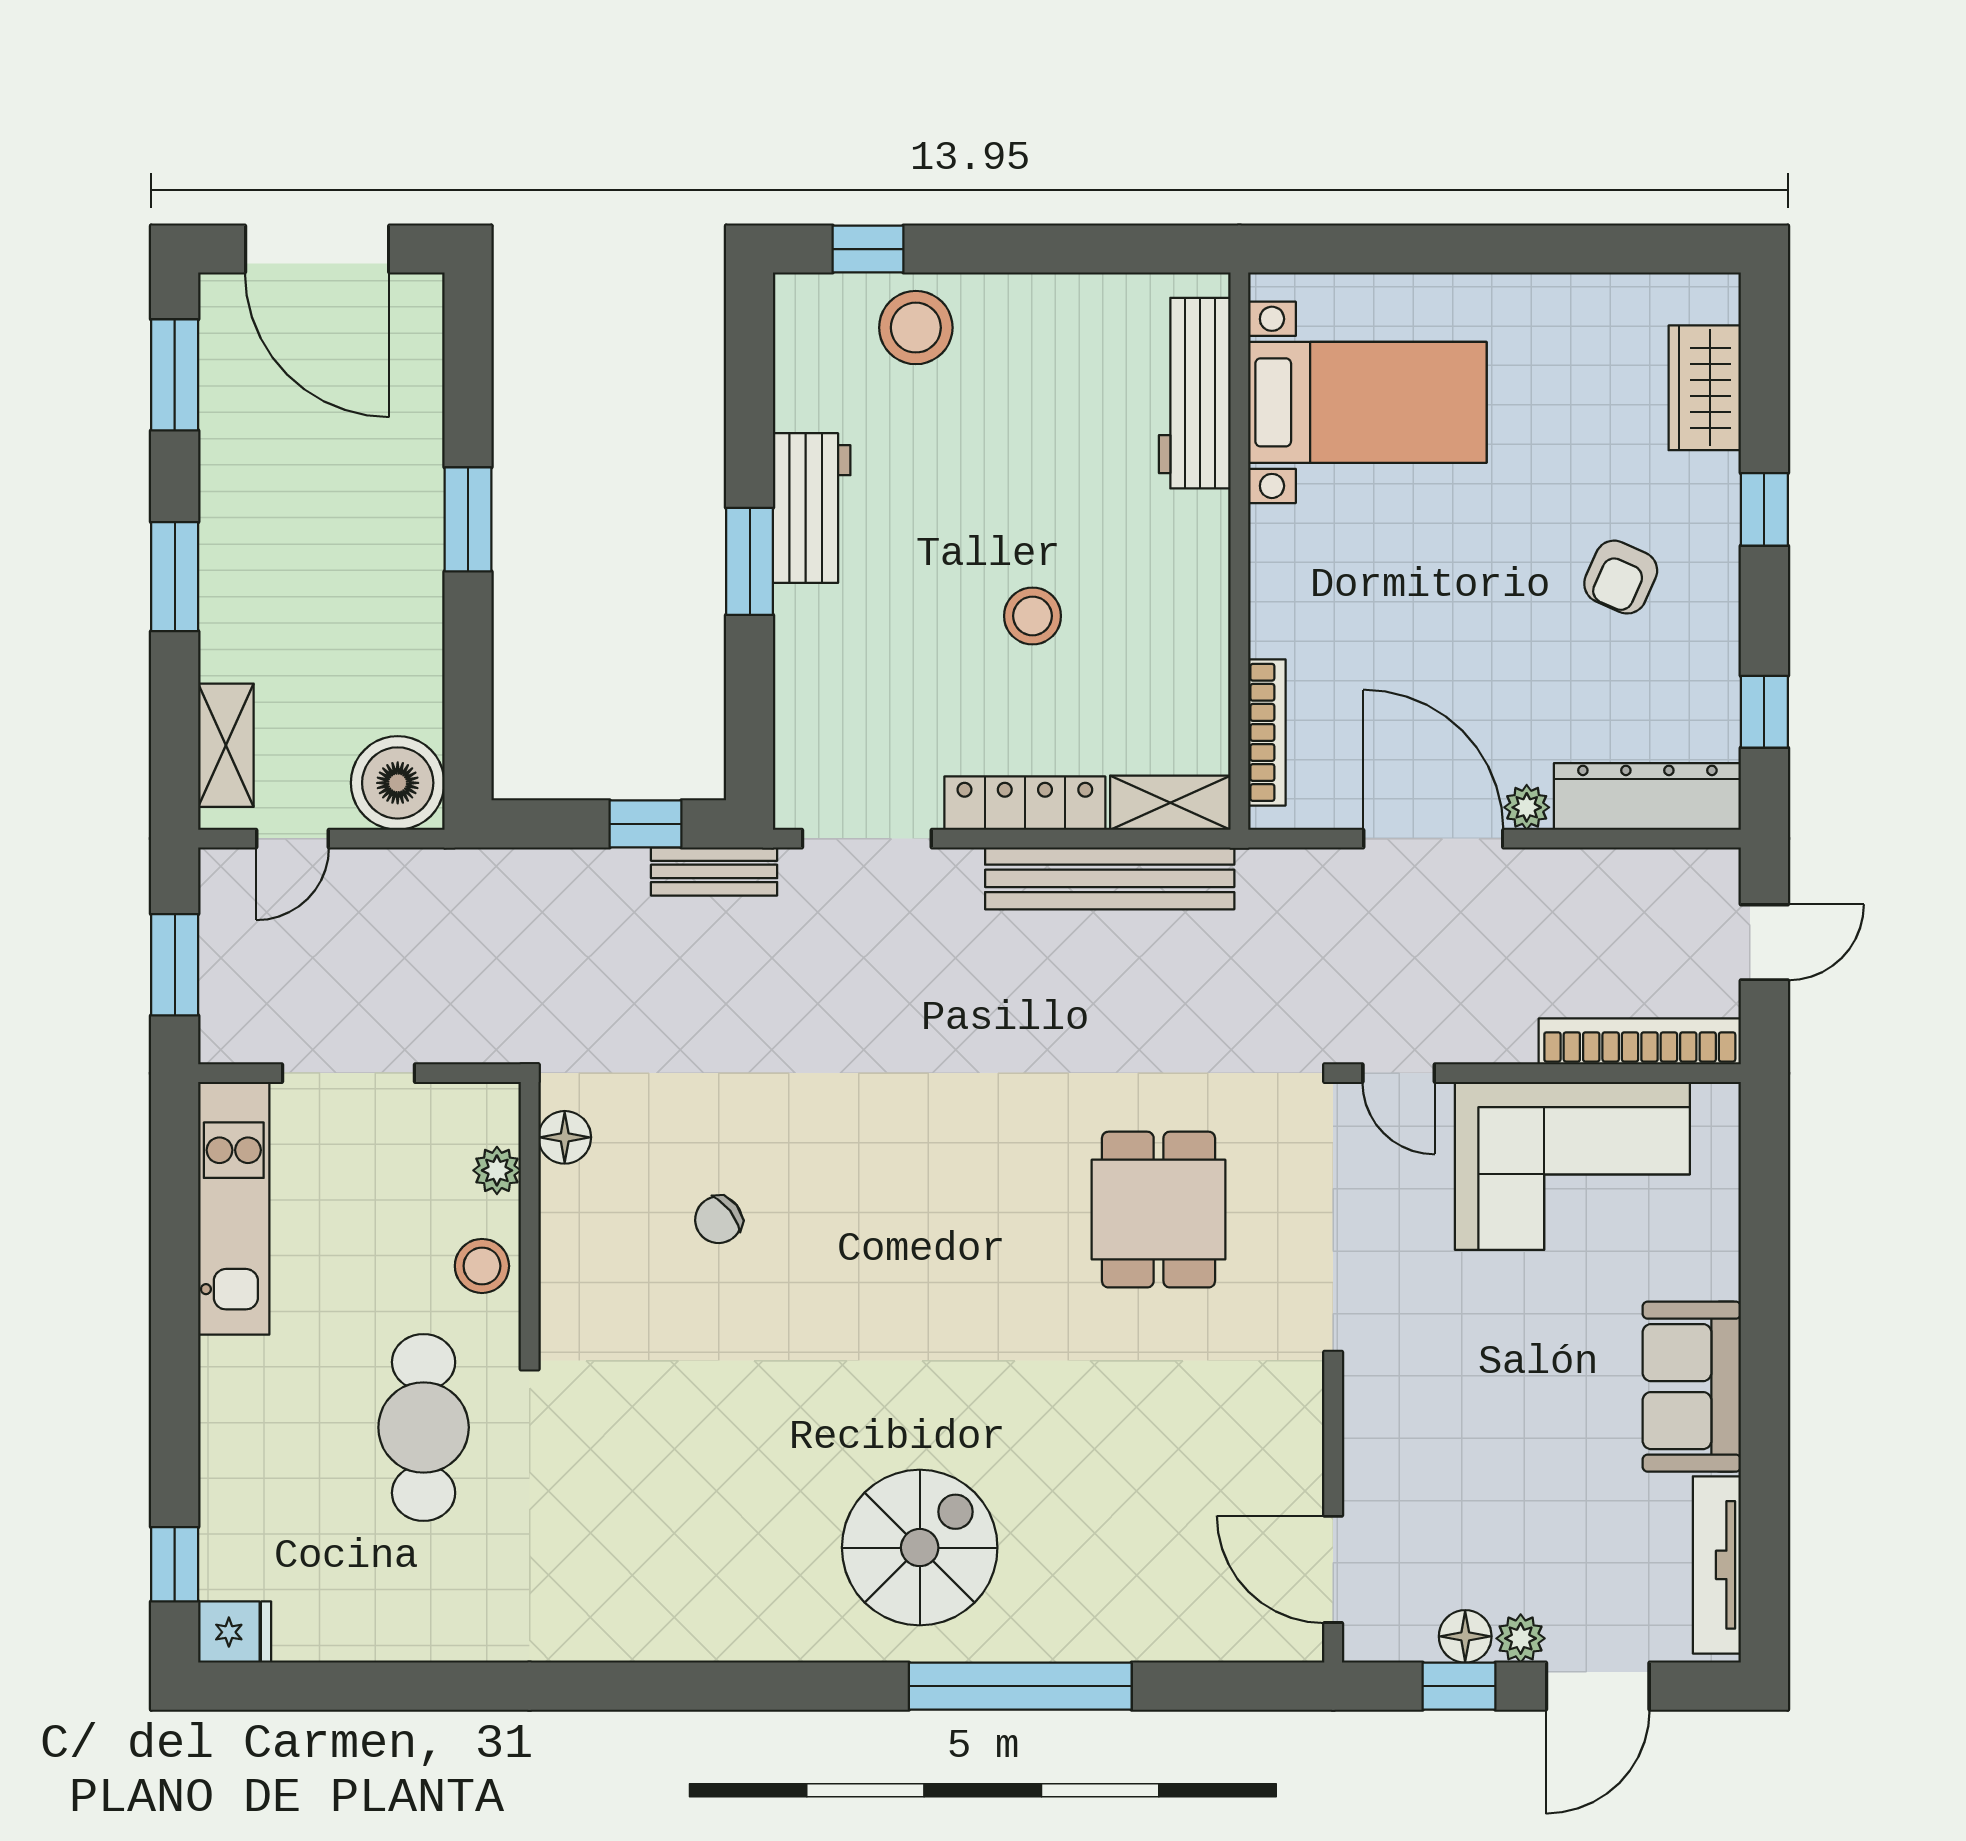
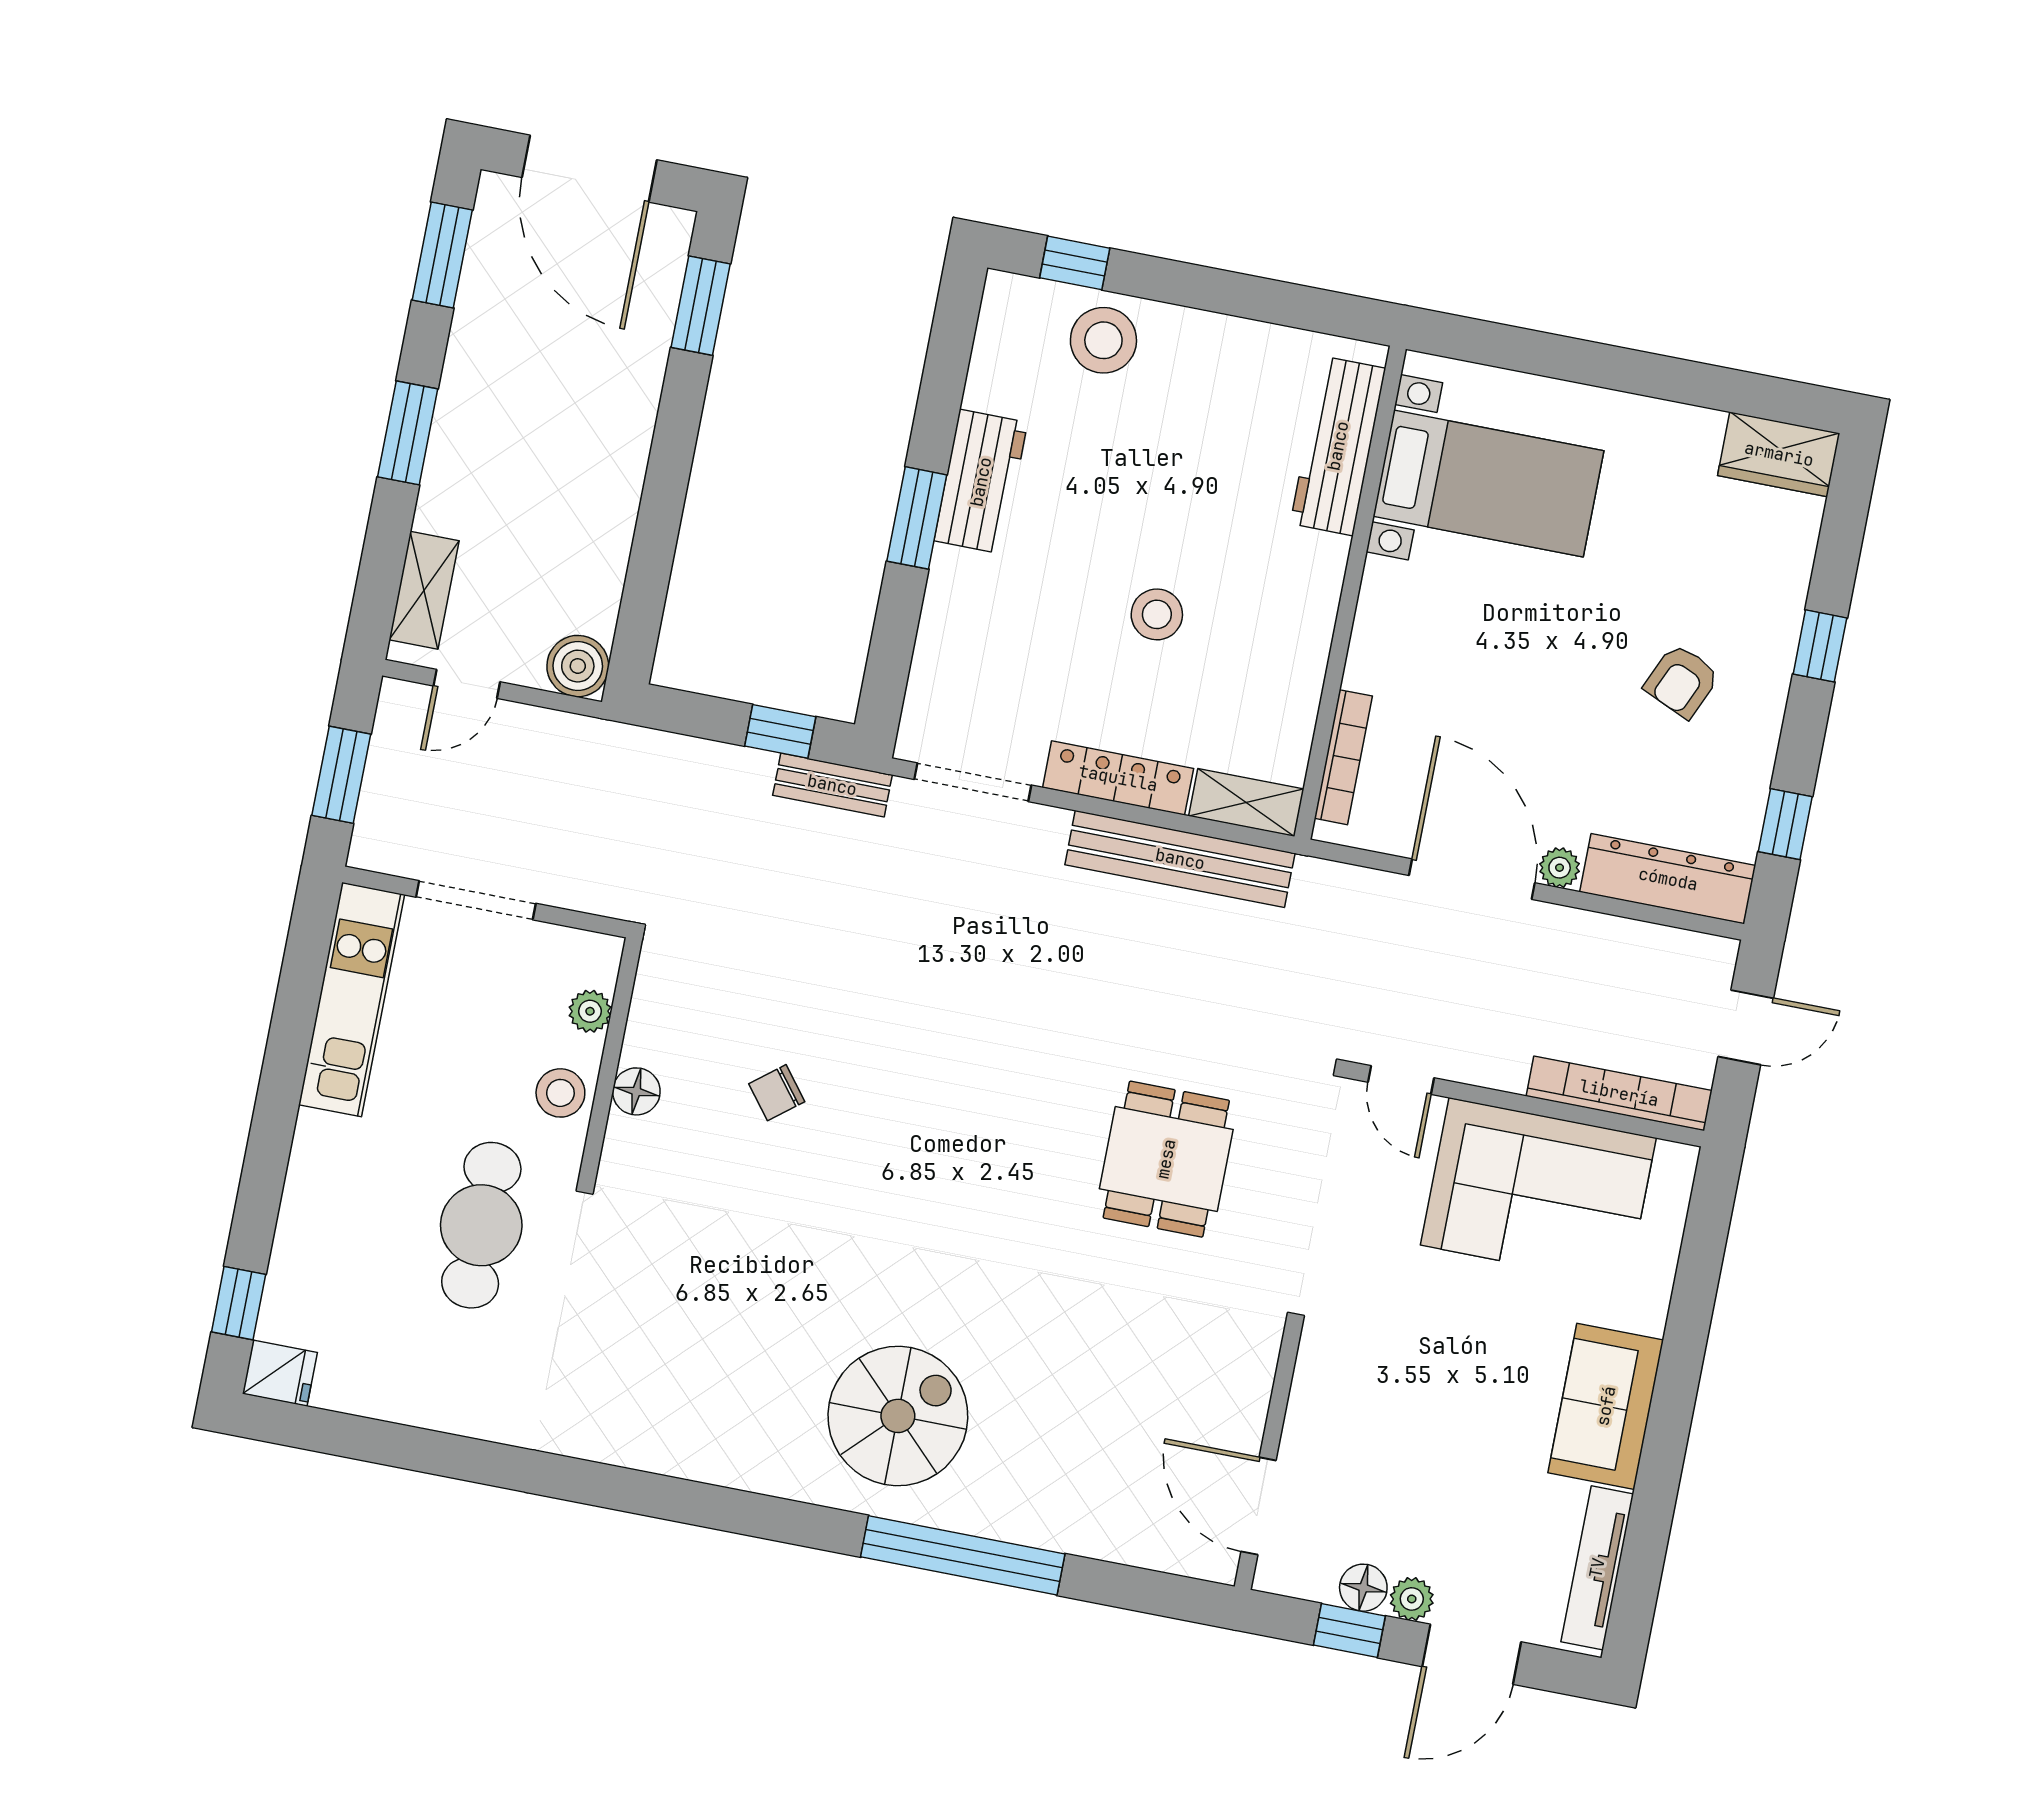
wardrobe: (1705, 388) -> (1779, 454), moved, turned -90
window: (468, 519) -> (701, 306), moved
boiler: (398, 783) -> (578, 666), width x0.73, depth x0.73
floor lamp: (565, 1137) -> (636, 1091), moved

